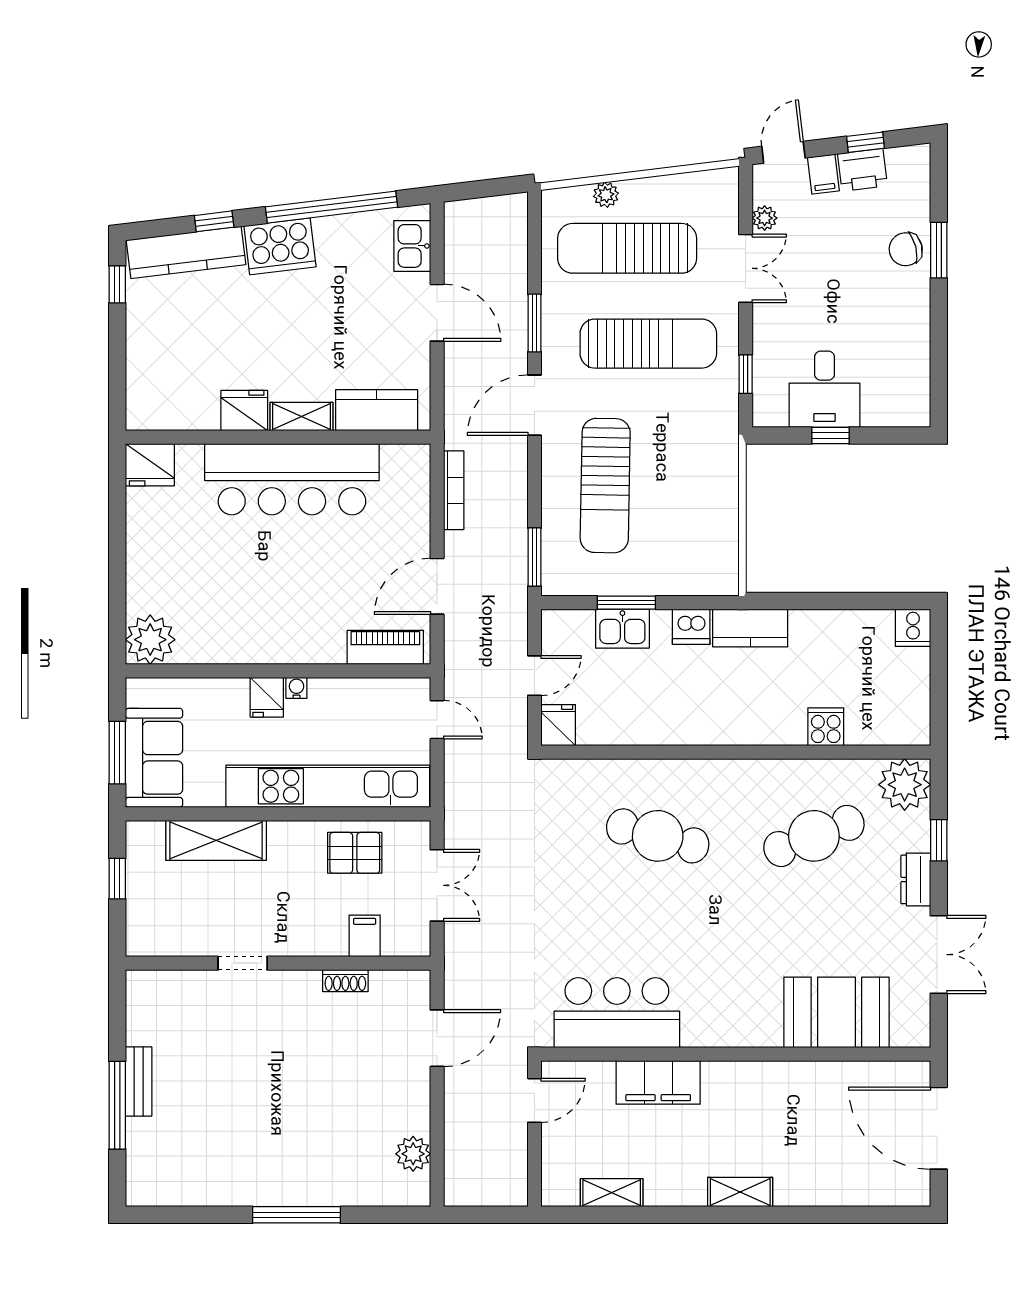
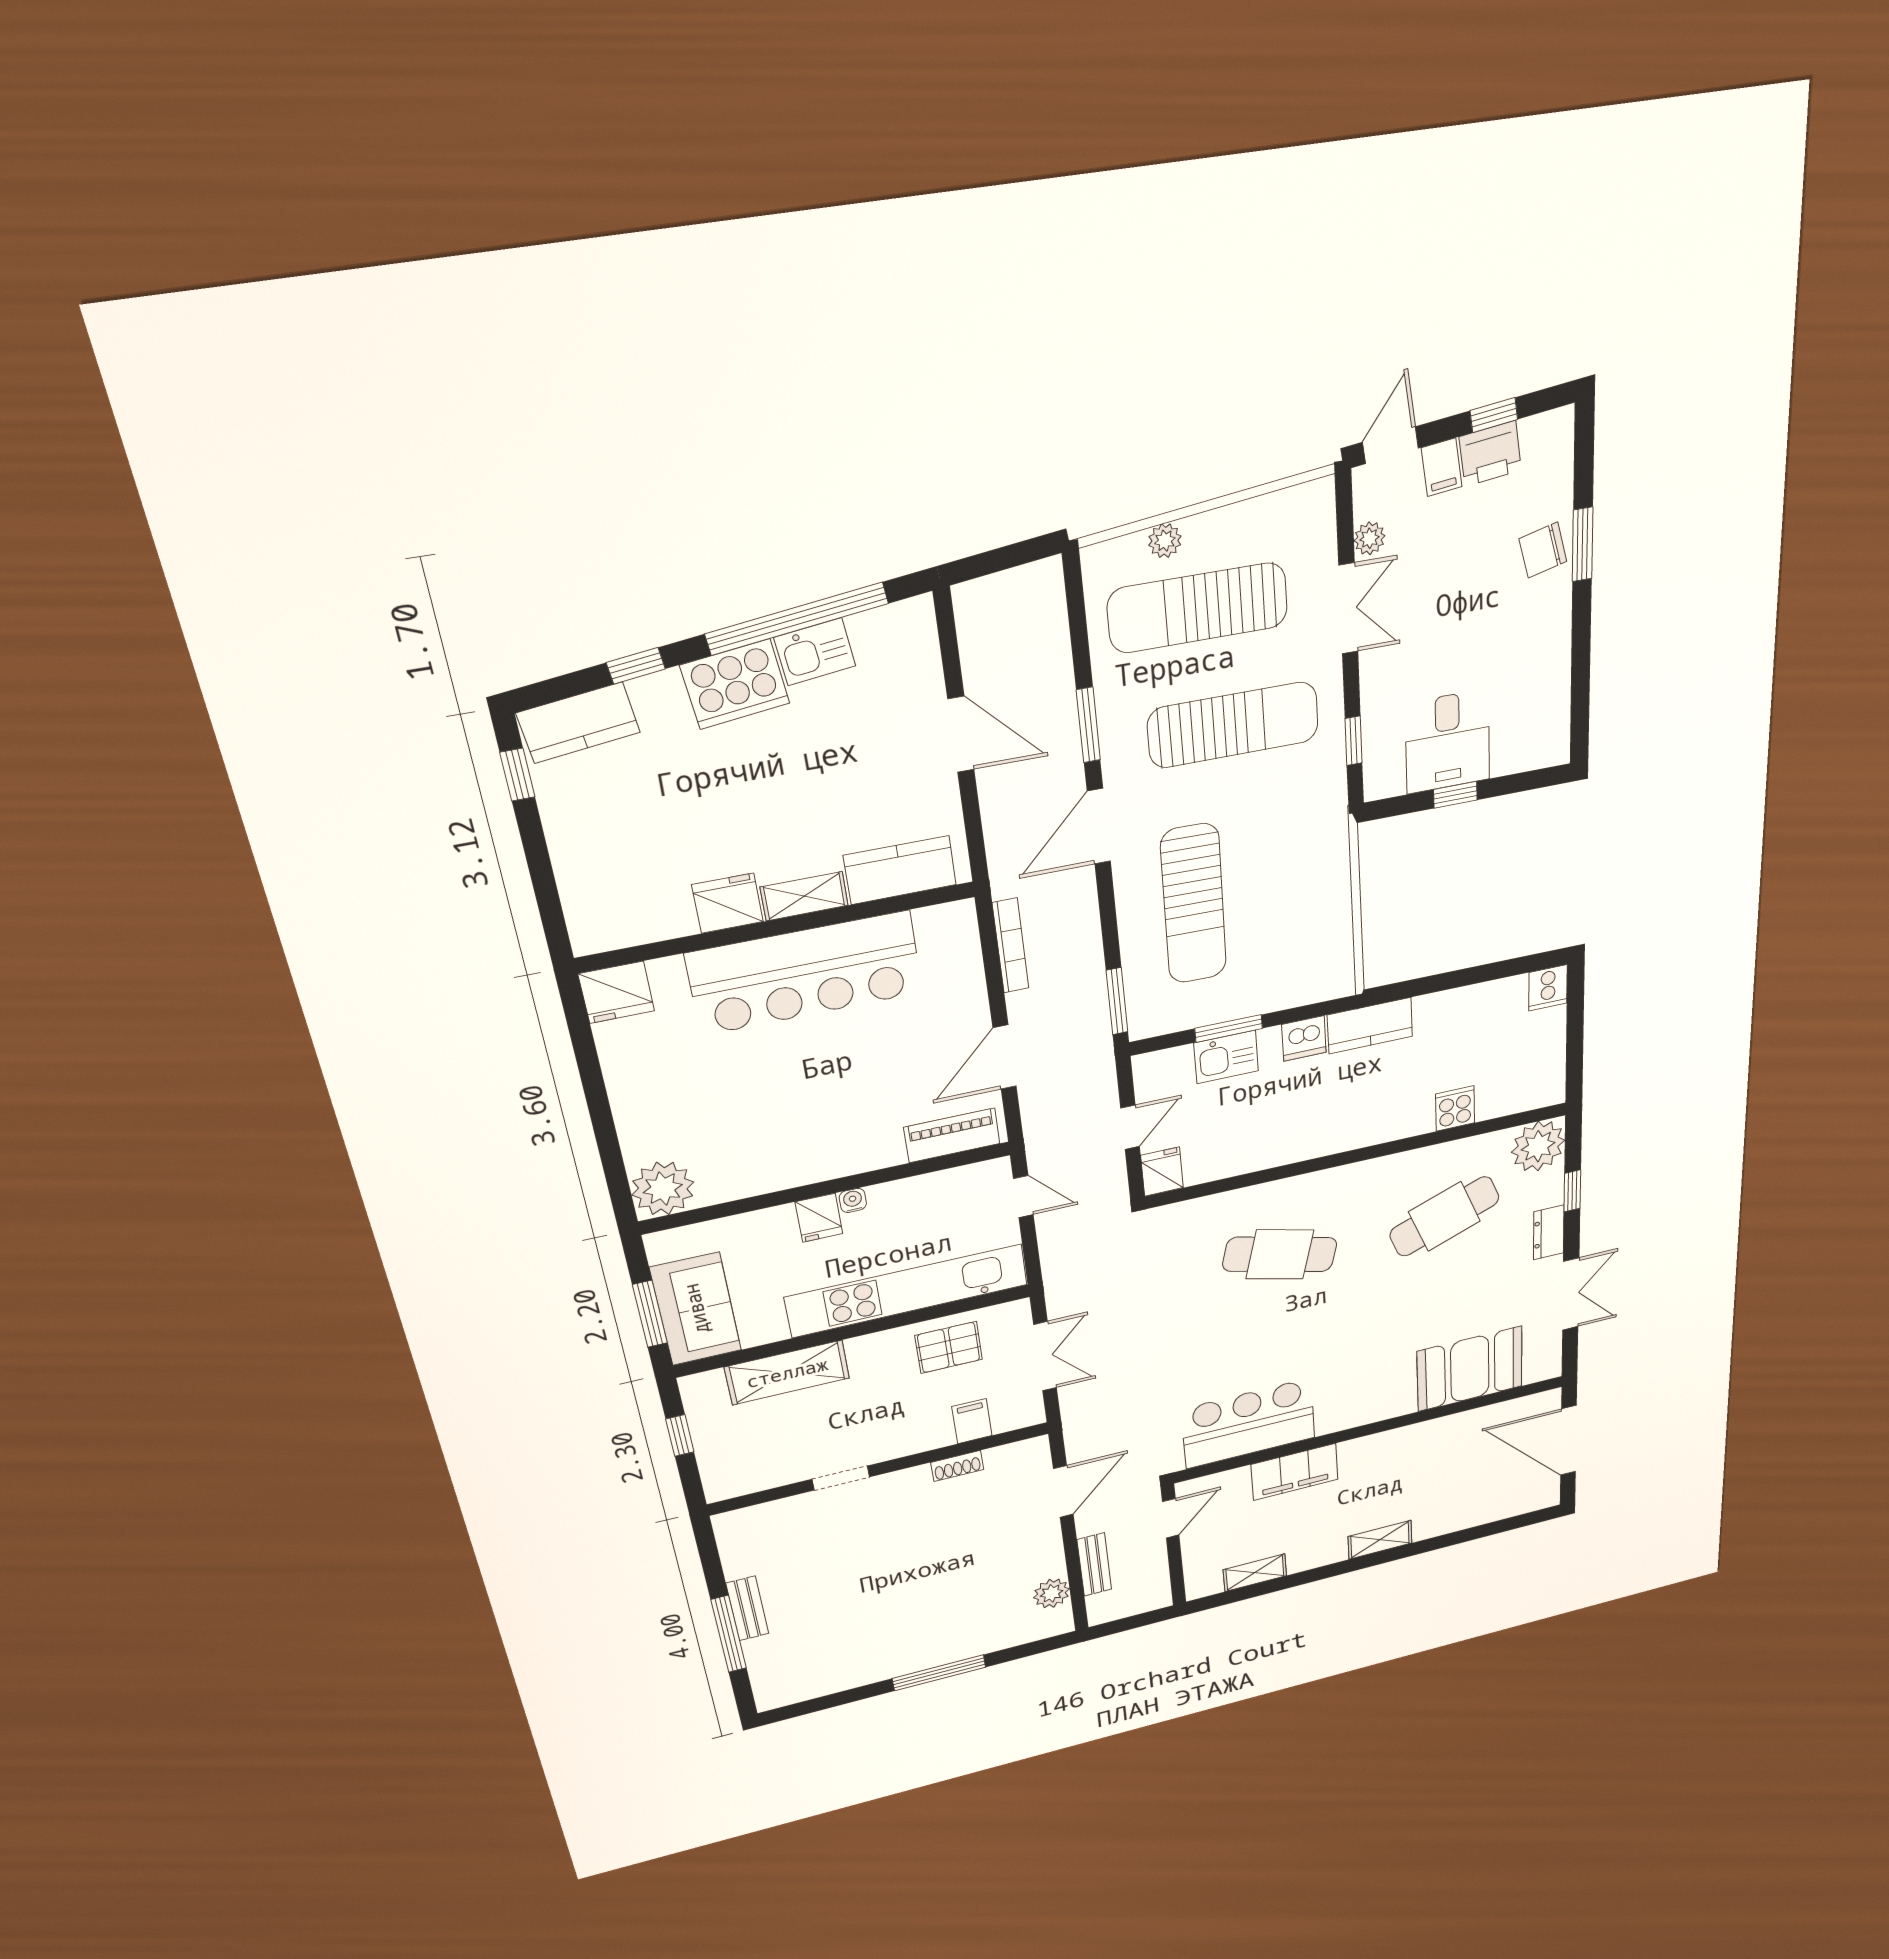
kitchen sink: (412, 246) -> (815, 652), moved, turned -97
kitchen counter: (186, 252) -> (578, 723), width x0.67
bench: (457, 1132) -> (1094, 1565), added

